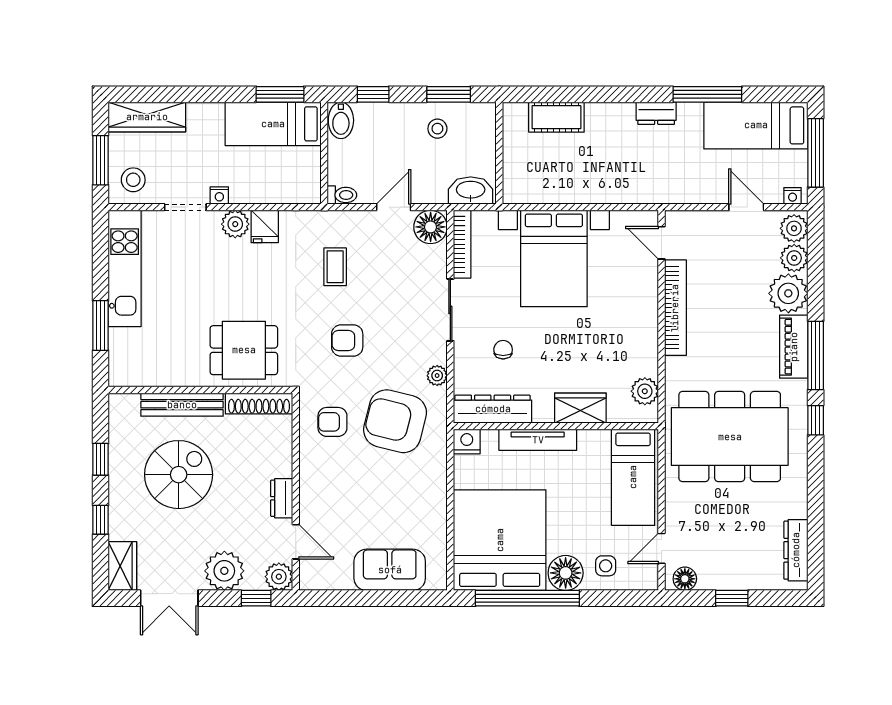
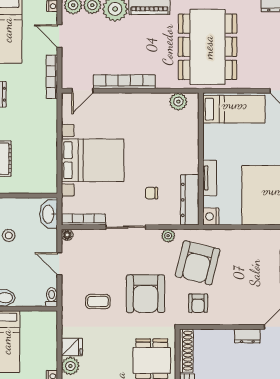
bookcase: (683, 195) -> (52, 77), added
door: (746, 207) -> (59, 36), hinge flipped
floor lamp: (431, 227) -> (67, 235), width x0.53, depth x0.53
armchair: (347, 341) -> (146, 294), width x1.88, depth x1.88
wardrobe: (580, 408) -> (189, 143), removed
tv unit: (538, 440) -> (210, 178), width x0.71

